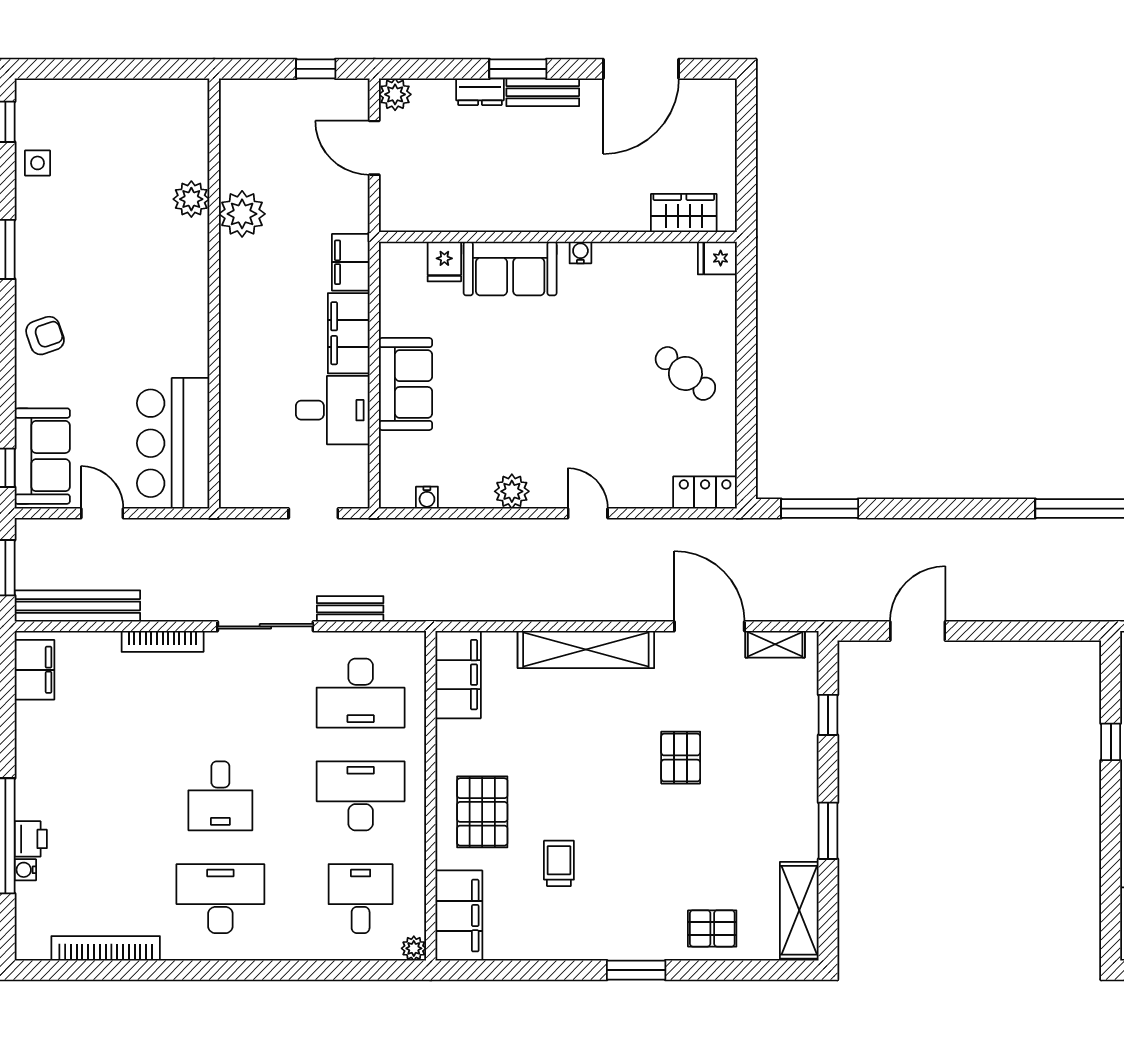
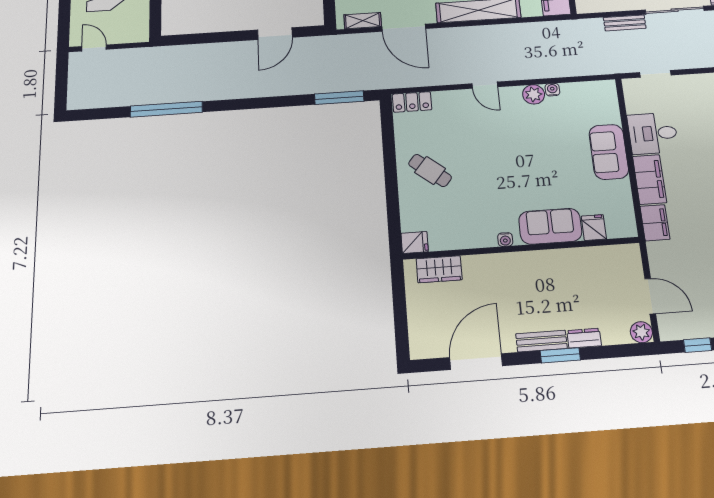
water cooler: (427, 498) -> (552, 90), moved

